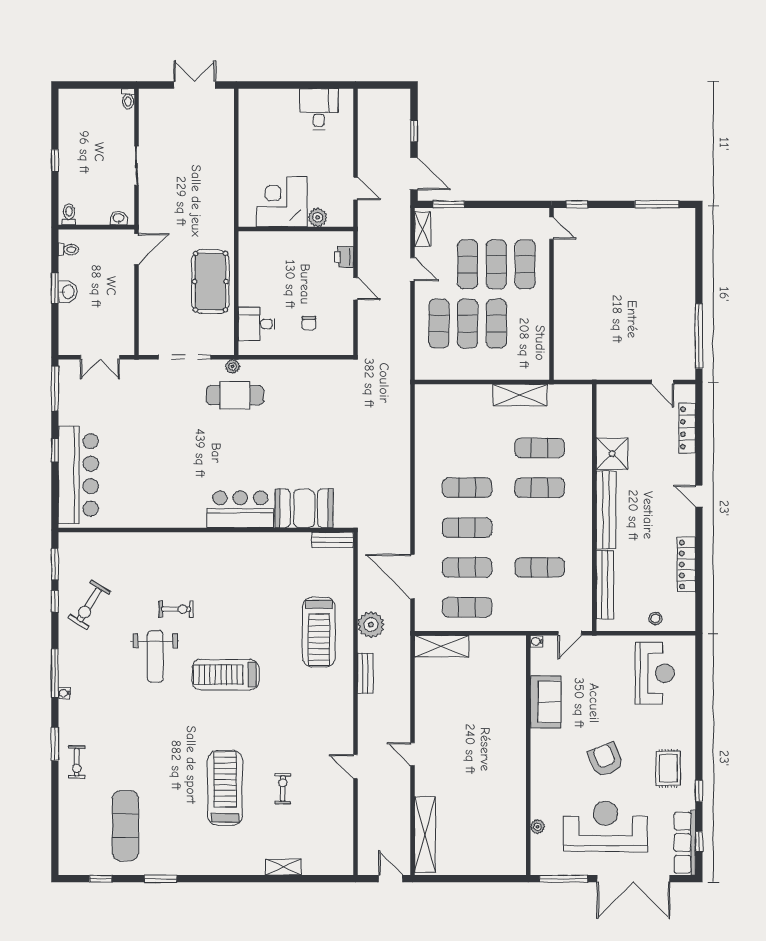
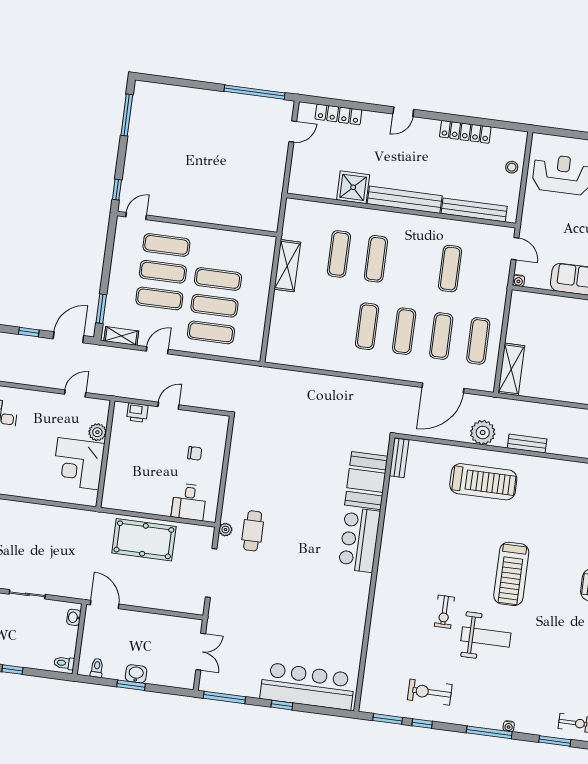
cafe table: (235, 395) -> (253, 531), width x0.73, depth x0.74
exercise bike: (89, 605) -> (430, 692), turned 148
exercise bike: (176, 609) -> (444, 612), turned 180

